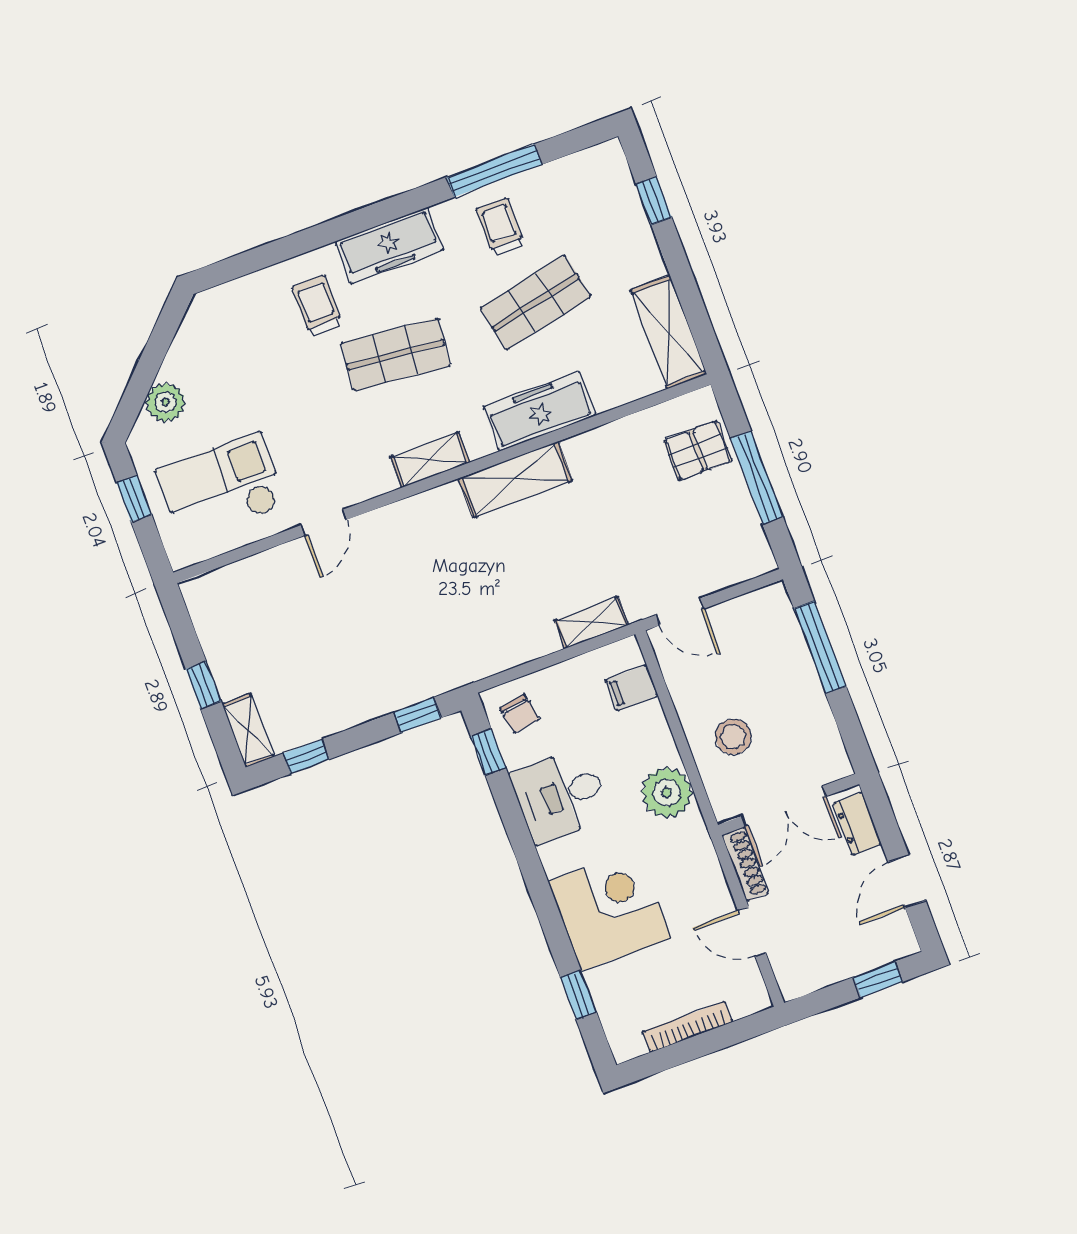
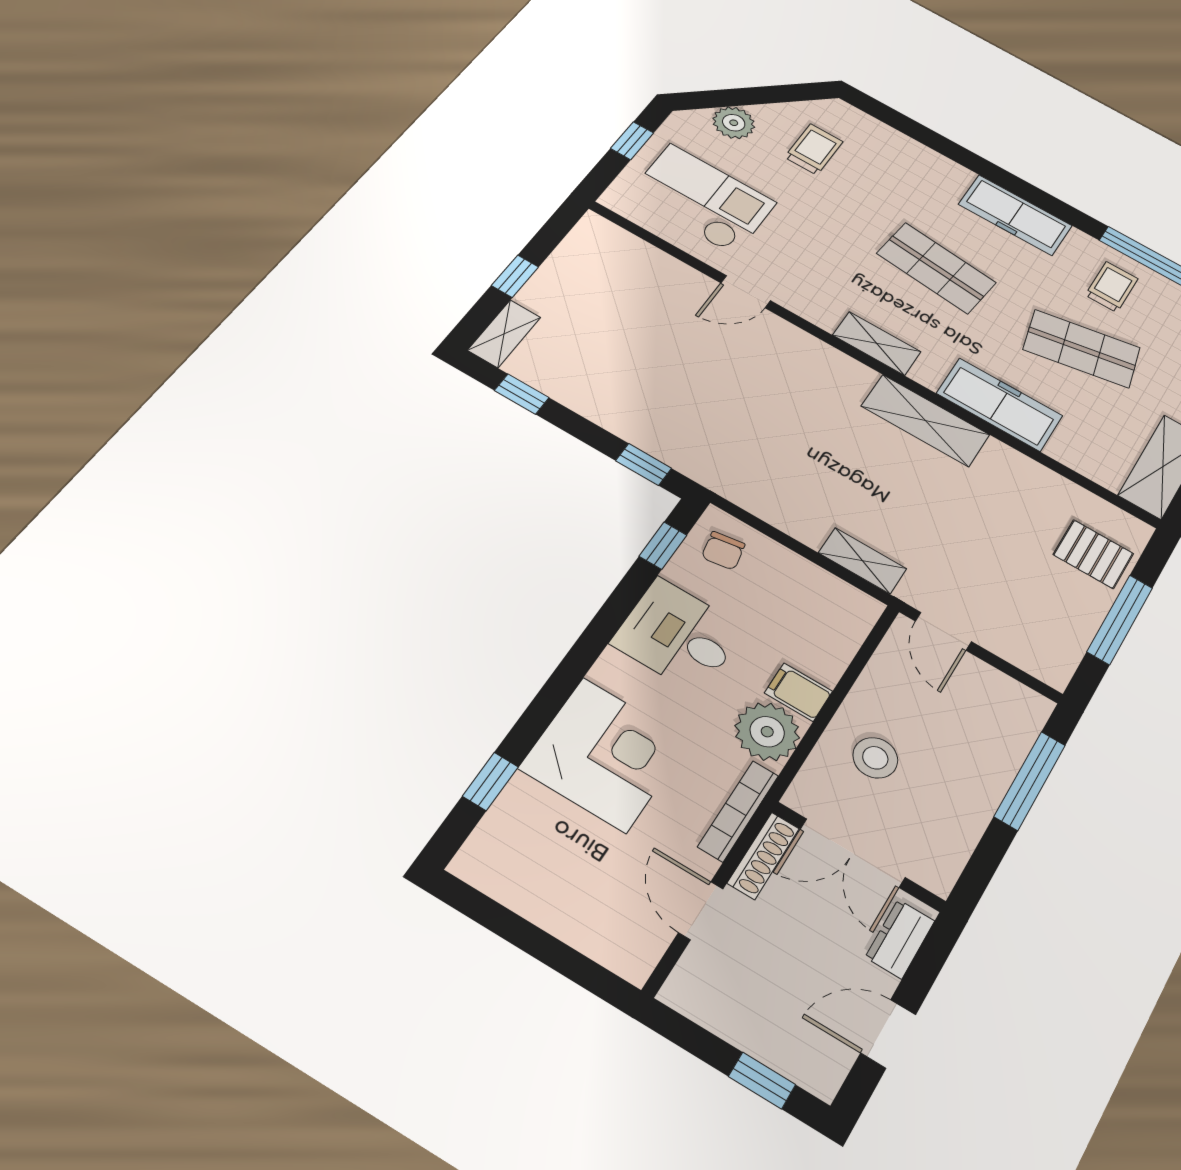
trolley: (317, 306) -> (814, 149), moved
filing cabinet: (632, 688) -> (798, 692), moved
bookcase: (688, 1027) -> (738, 811), moved, turned -90

